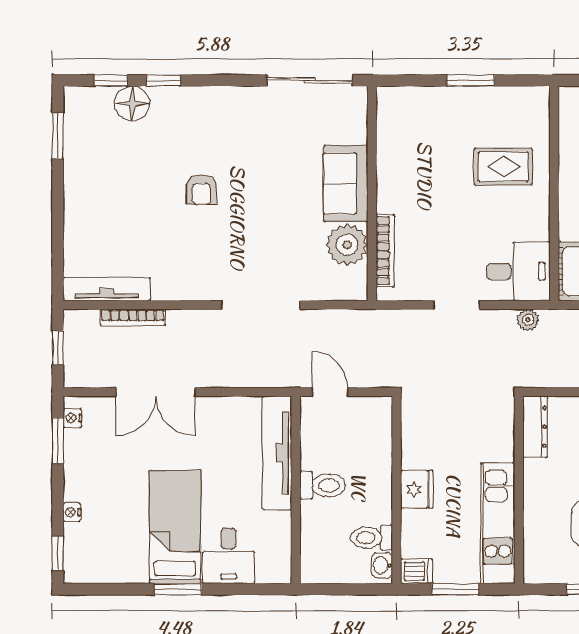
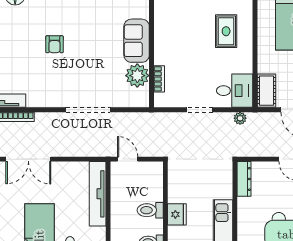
rug: (503, 167) -> (226, 31), turned 90
bookcase: (385, 251) -> (159, 79), width x0.64
toilet: (323, 485) -> (150, 210), moved, turned 180

